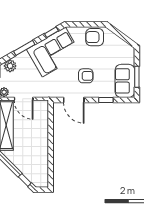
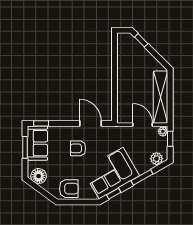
floor lamp: (124, 49) -> (39, 176), added
window: (106, 100) -> (41, 123), moved

